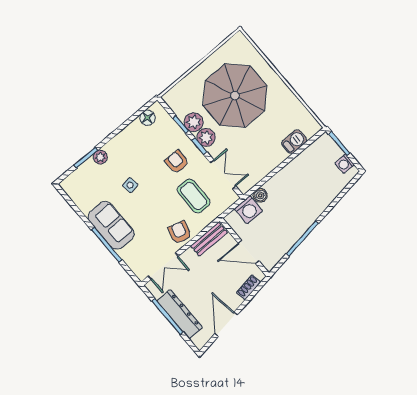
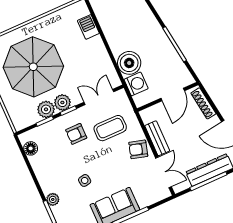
boiler: (260, 195) -> (129, 63), width x1.86, depth x1.86
bench: (209, 239) -> (157, 138), moved
shoe rack: (249, 287) -> (203, 103), width x1.43

